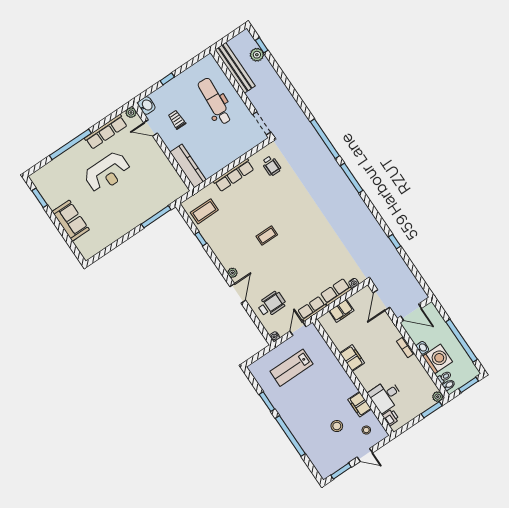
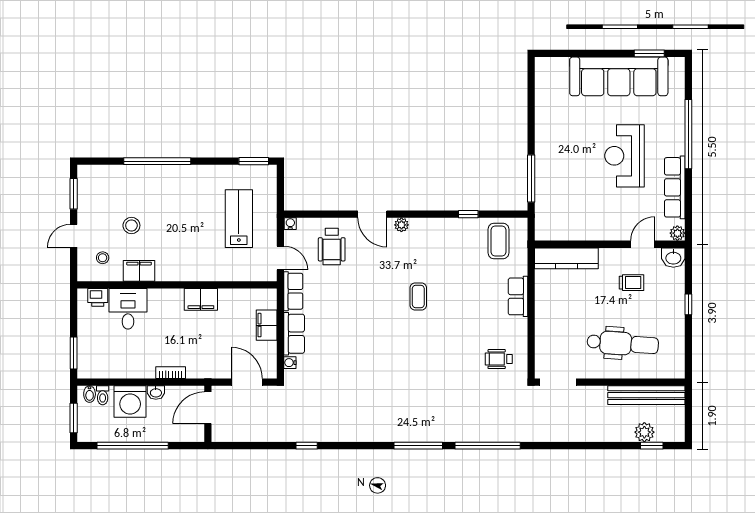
row of seats: (234, 175) -> (518, 296), width x0.68
sofa: (71, 221) -> (619, 76), width x1.85, depth x1.27
plant: (438, 397) -> (85, 371), removed
window: (267, 402) -> (254, 161), moved

